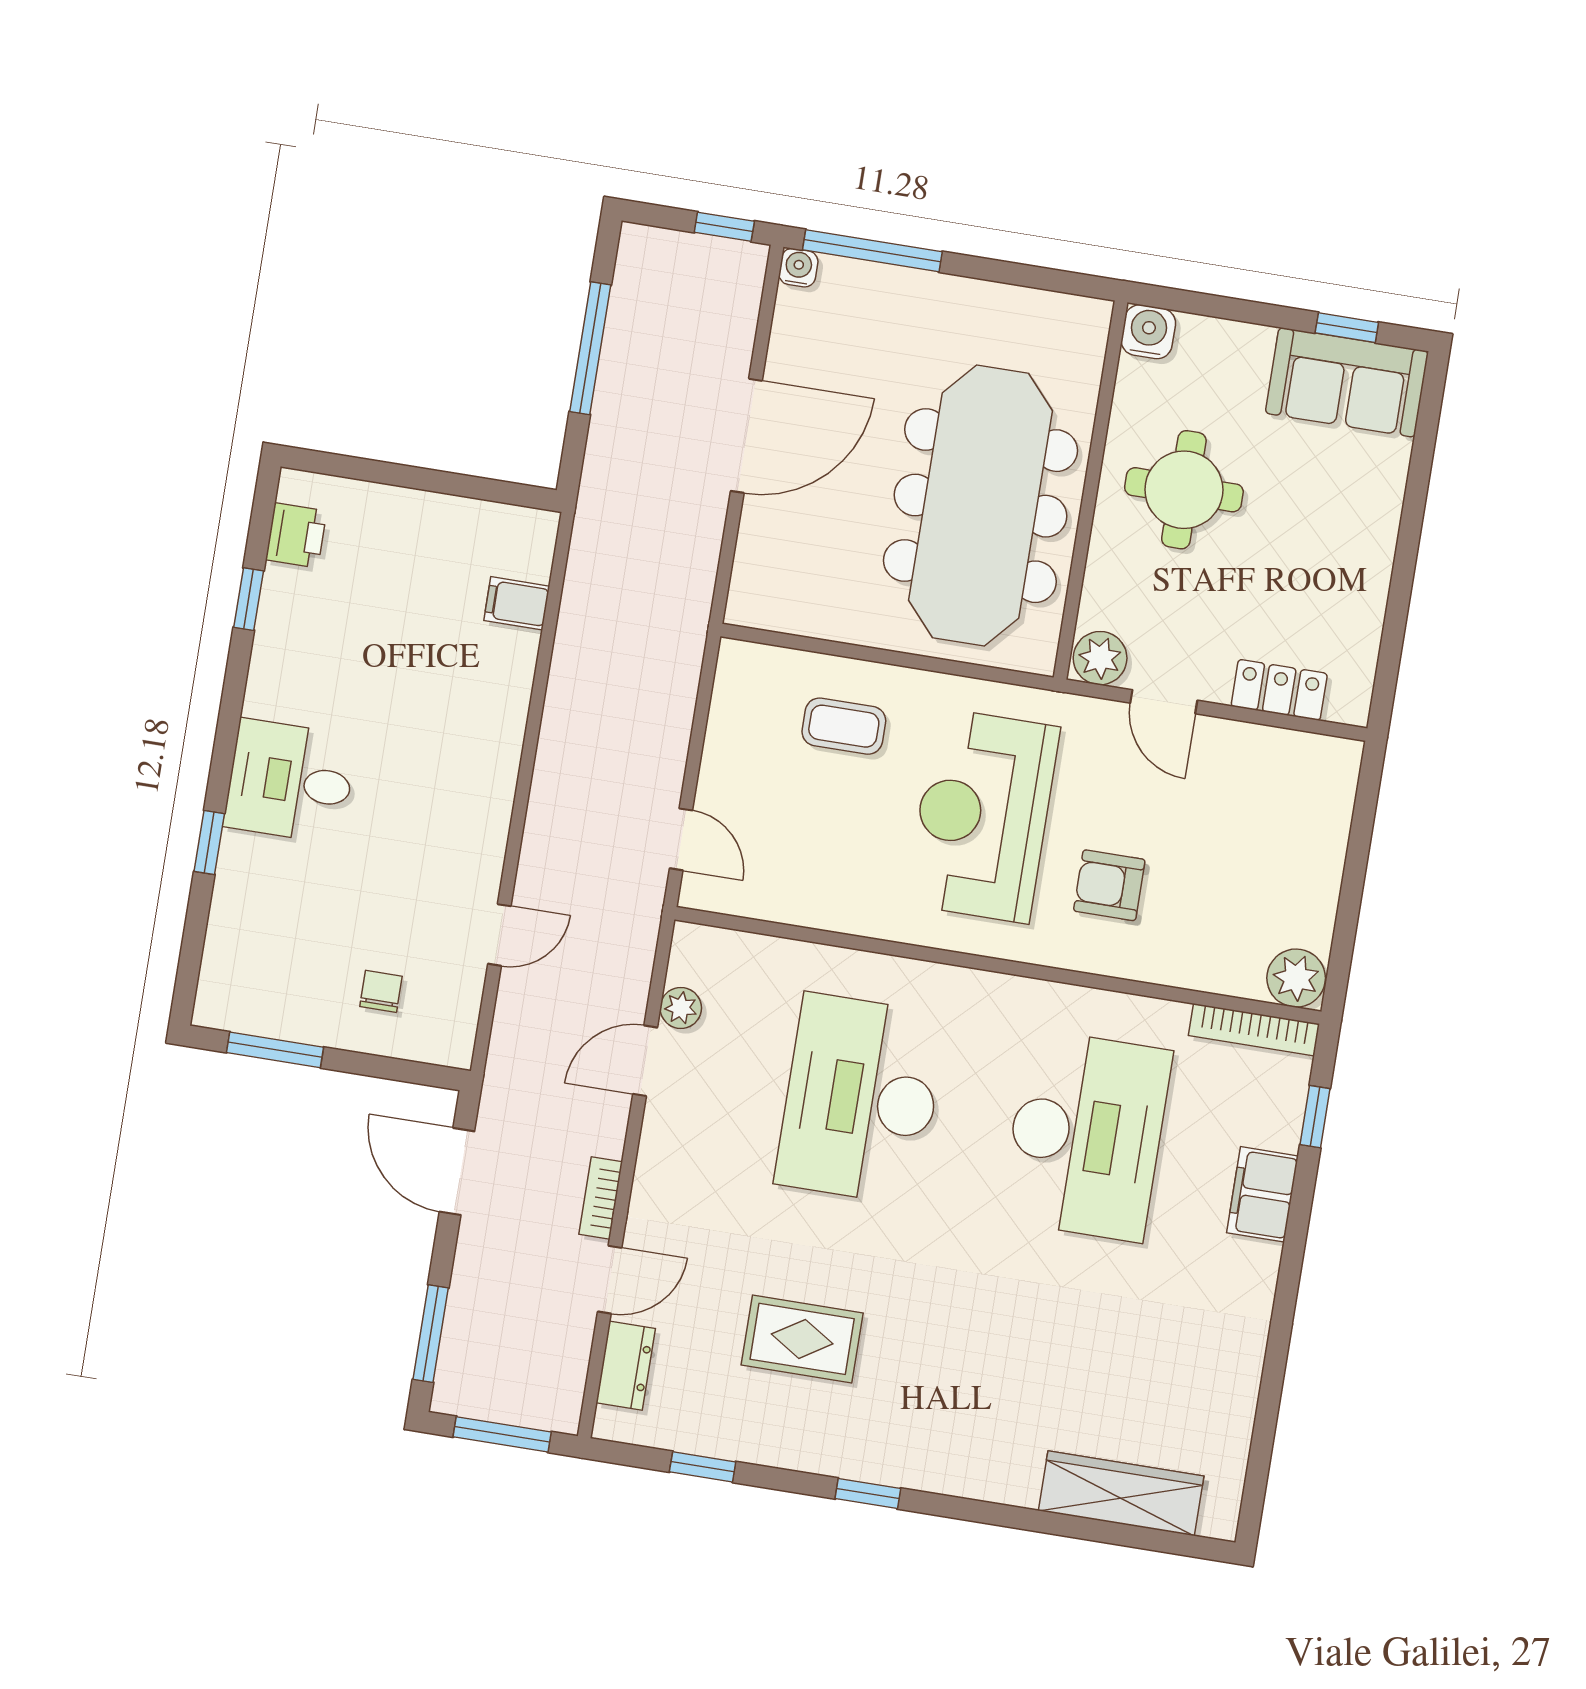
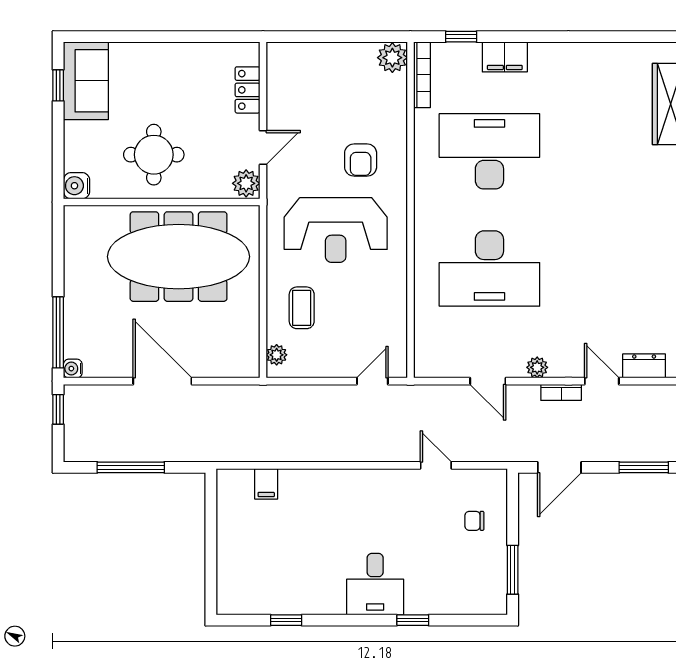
printer: (296, 535) -> (250, 601), removed
plant: (761, 663) -> (277, 355), added
plant: (681, 1008) -> (537, 367), moved
rug: (802, 1339) -> (616, 279), removed

